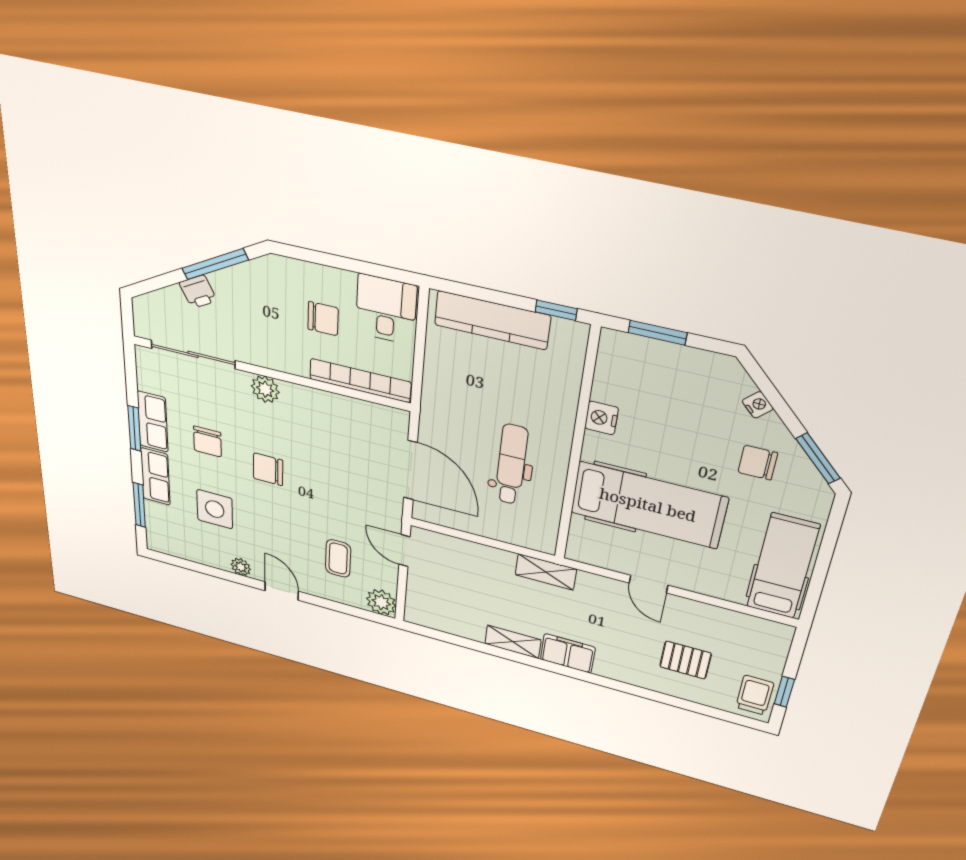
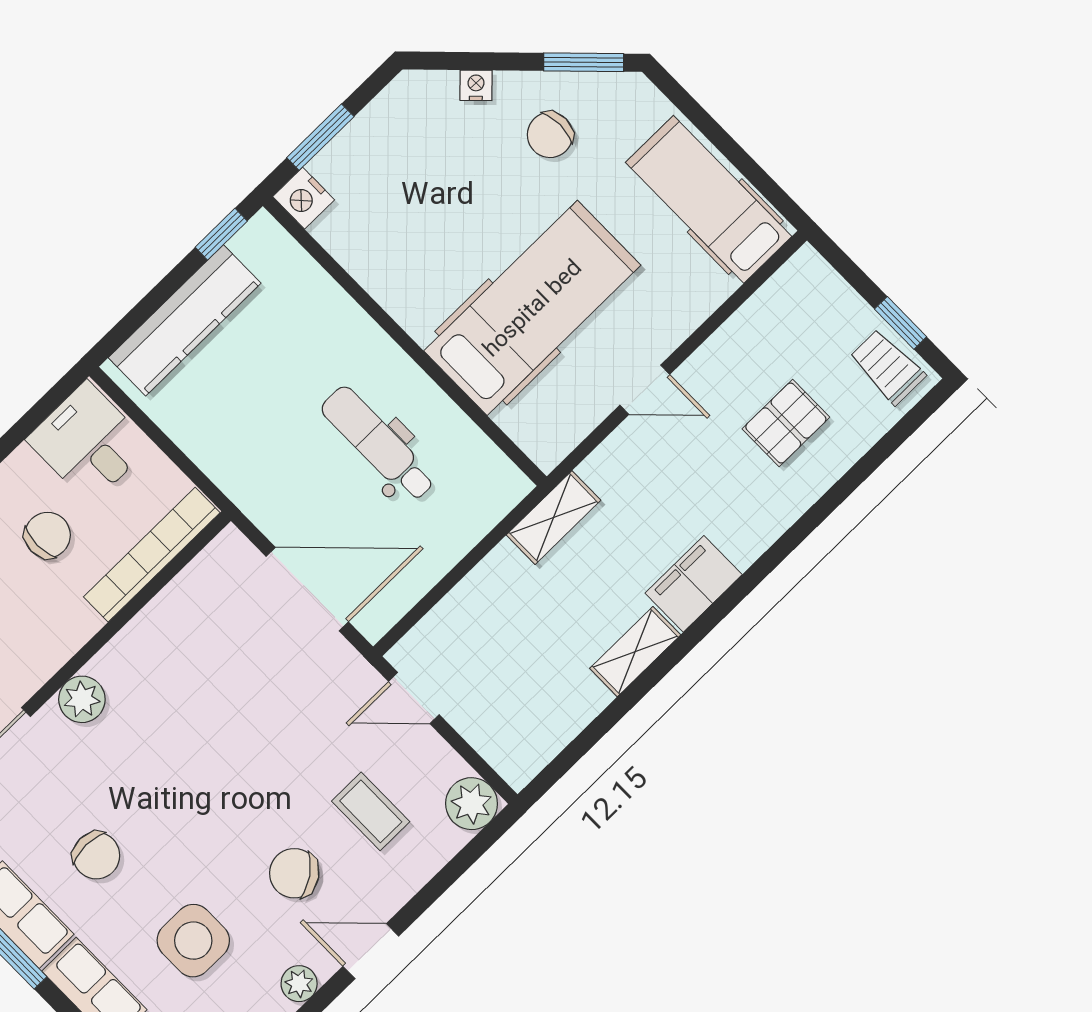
nightstand: (601, 418) -> (304, 198), moved
chair: (268, 469) -> (294, 873), moved, turned 54

